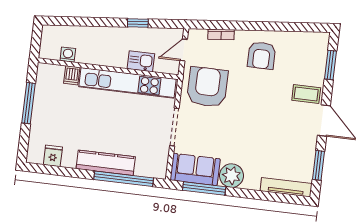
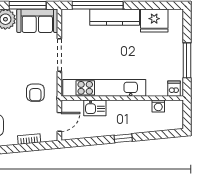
window: (138, 23) -> (123, 138), moved
dishwasher: (72, 75) -> (174, 89), moved
armchair: (207, 87) -> (35, 93), width x0.53, depth x0.53
fridge: (53, 156) -> (154, 20), width x1.88, depth x1.34

